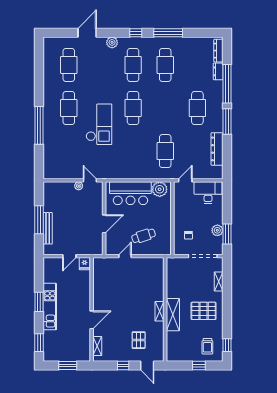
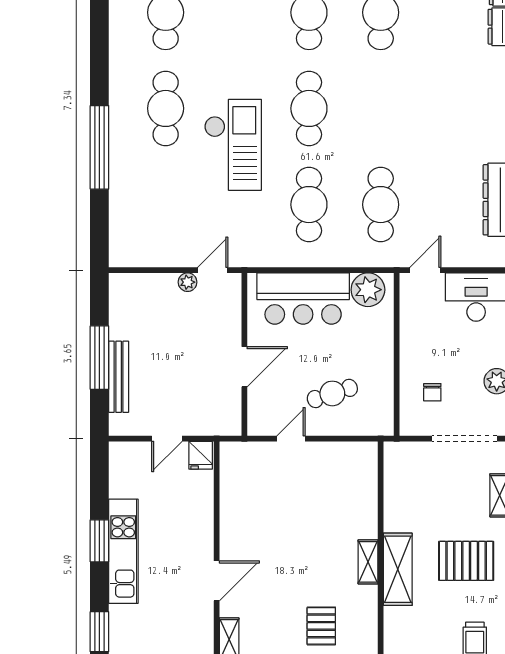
cafe table: (197, 108) -> (309, 205), moved
door: (90, 180) -> (213, 270), hinge flipped

